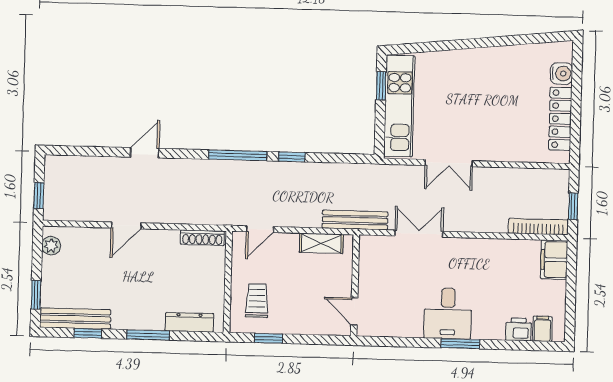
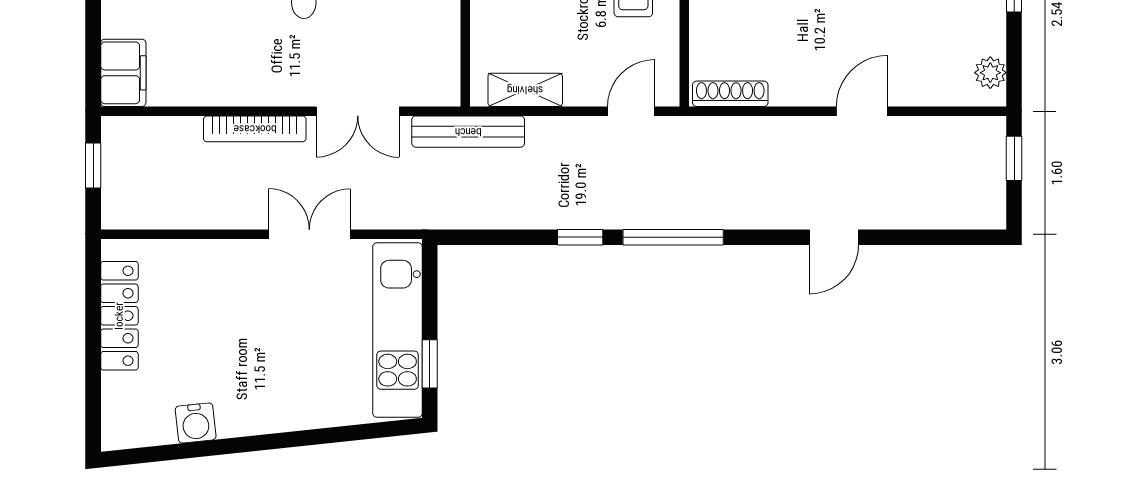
water cooler: (562, 74) -> (196, 423), moved, turned -96
bookcase: (538, 227) -> (255, 129), moved

